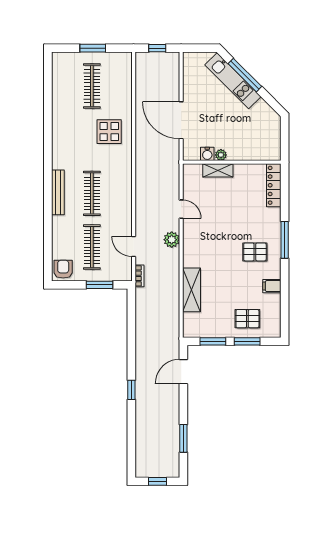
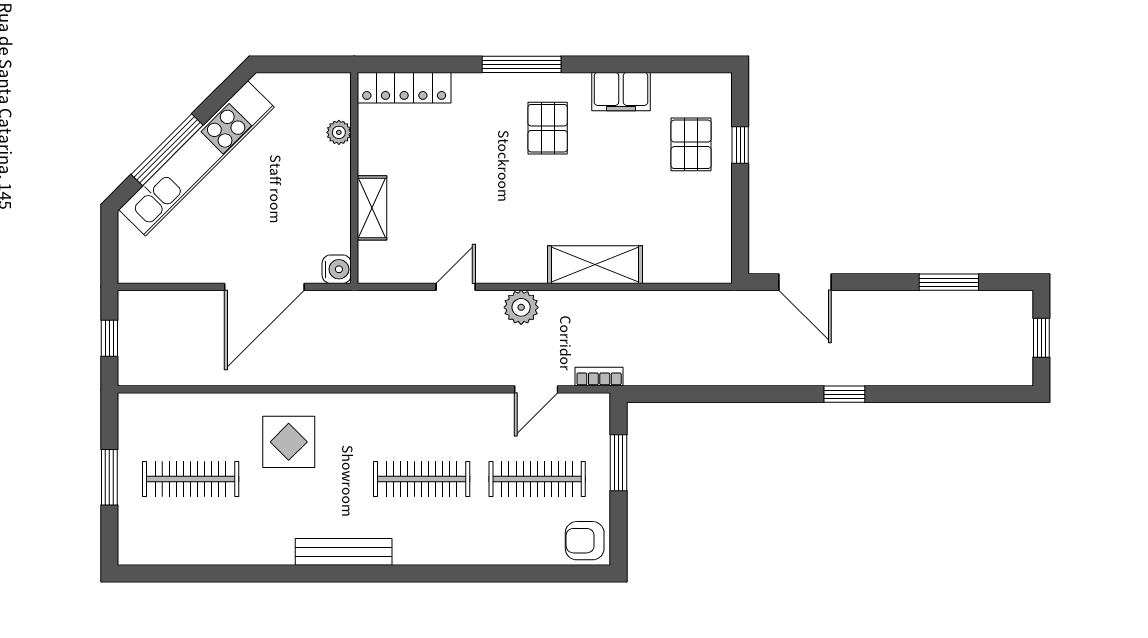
kitchen unit: (233, 81) -> (196, 158), width x1.36
water cooler: (207, 154) -> (337, 269), moved
plant: (221, 155) -> (339, 132), moved
bench: (58, 192) -> (344, 552), moved
filing cabinet: (272, 286) -> (621, 92), width x2.00
shelving: (191, 290) -> (595, 265), moved
window: (213, 341) -> (740, 219), removed
window: (247, 341) -> (740, 145), width x0.67

